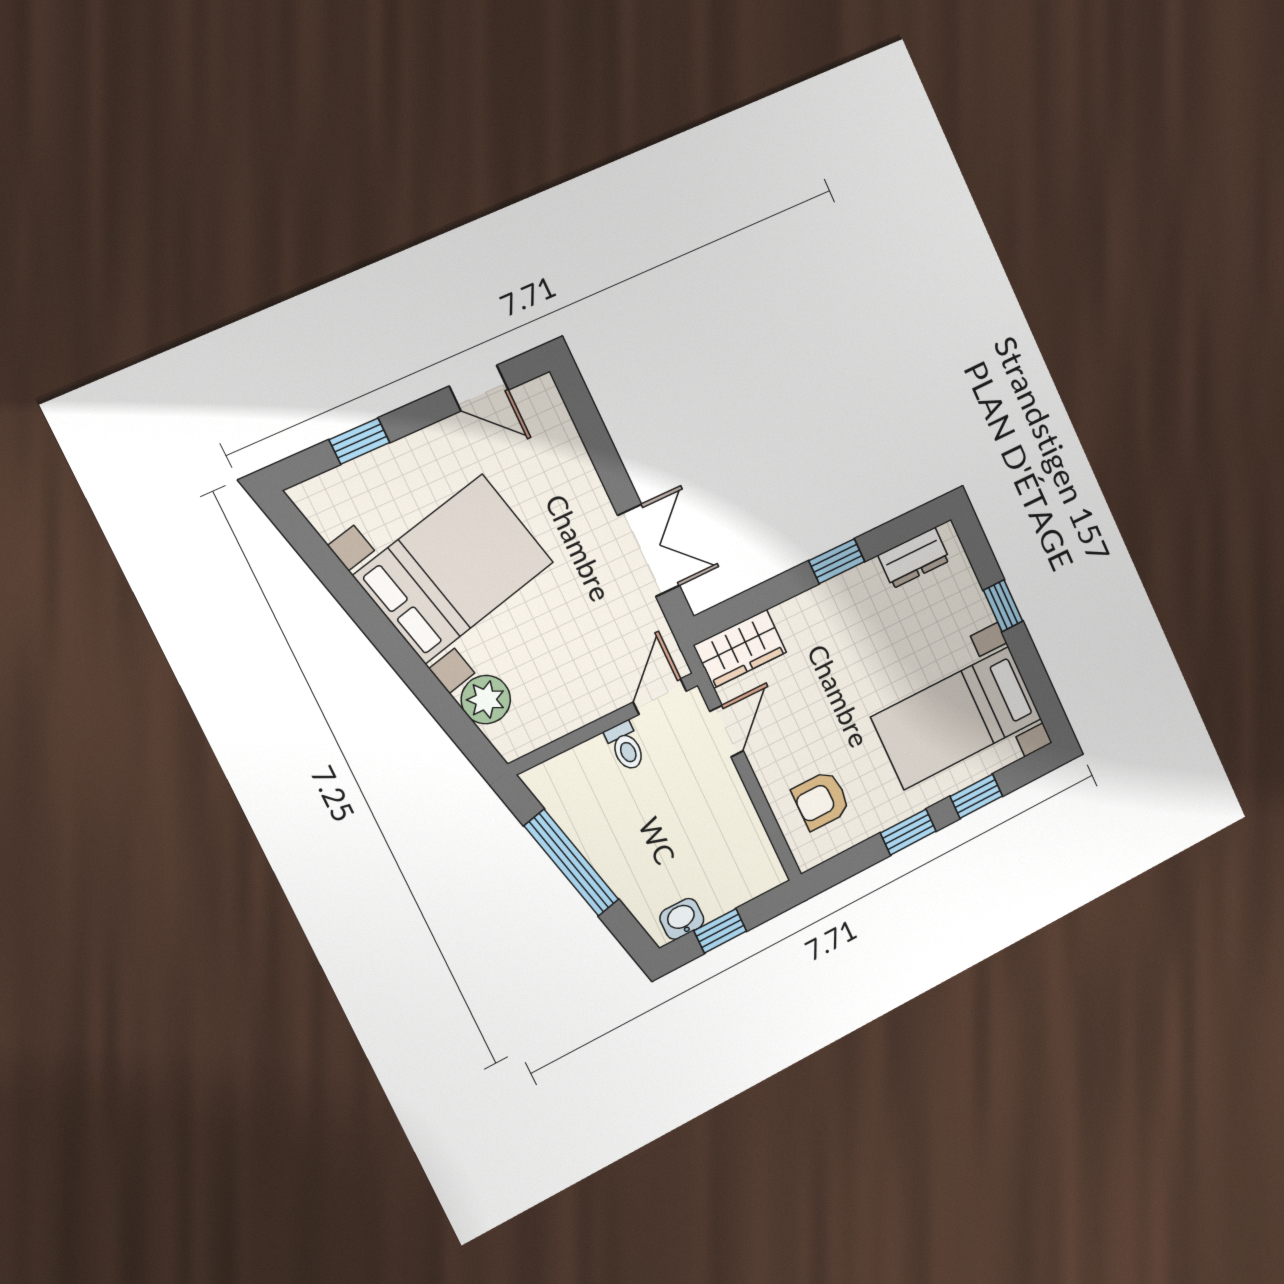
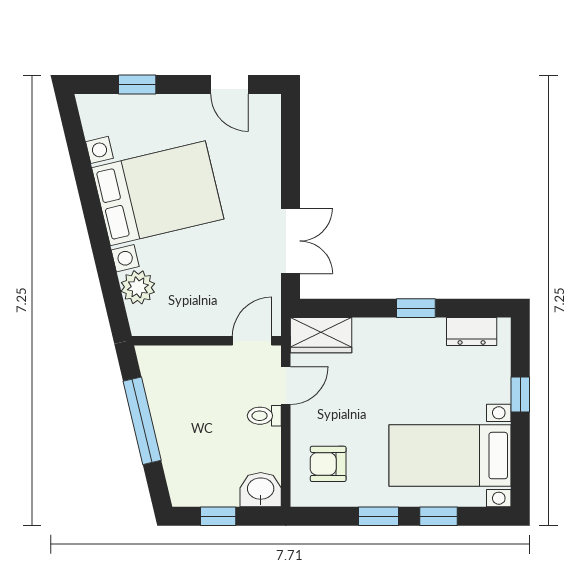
toilet: (625, 746) -> (264, 416), moved, turned 90
washbasin: (682, 919) -> (261, 490), moved, width x1.38, depth x1.45

